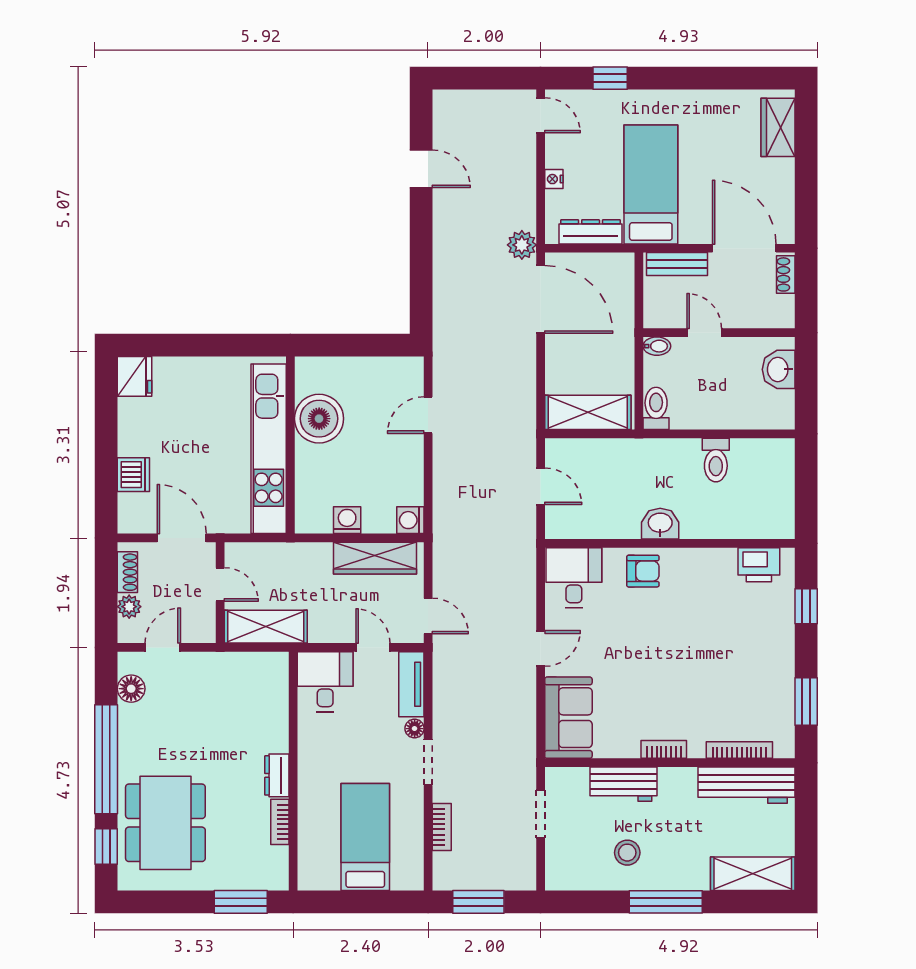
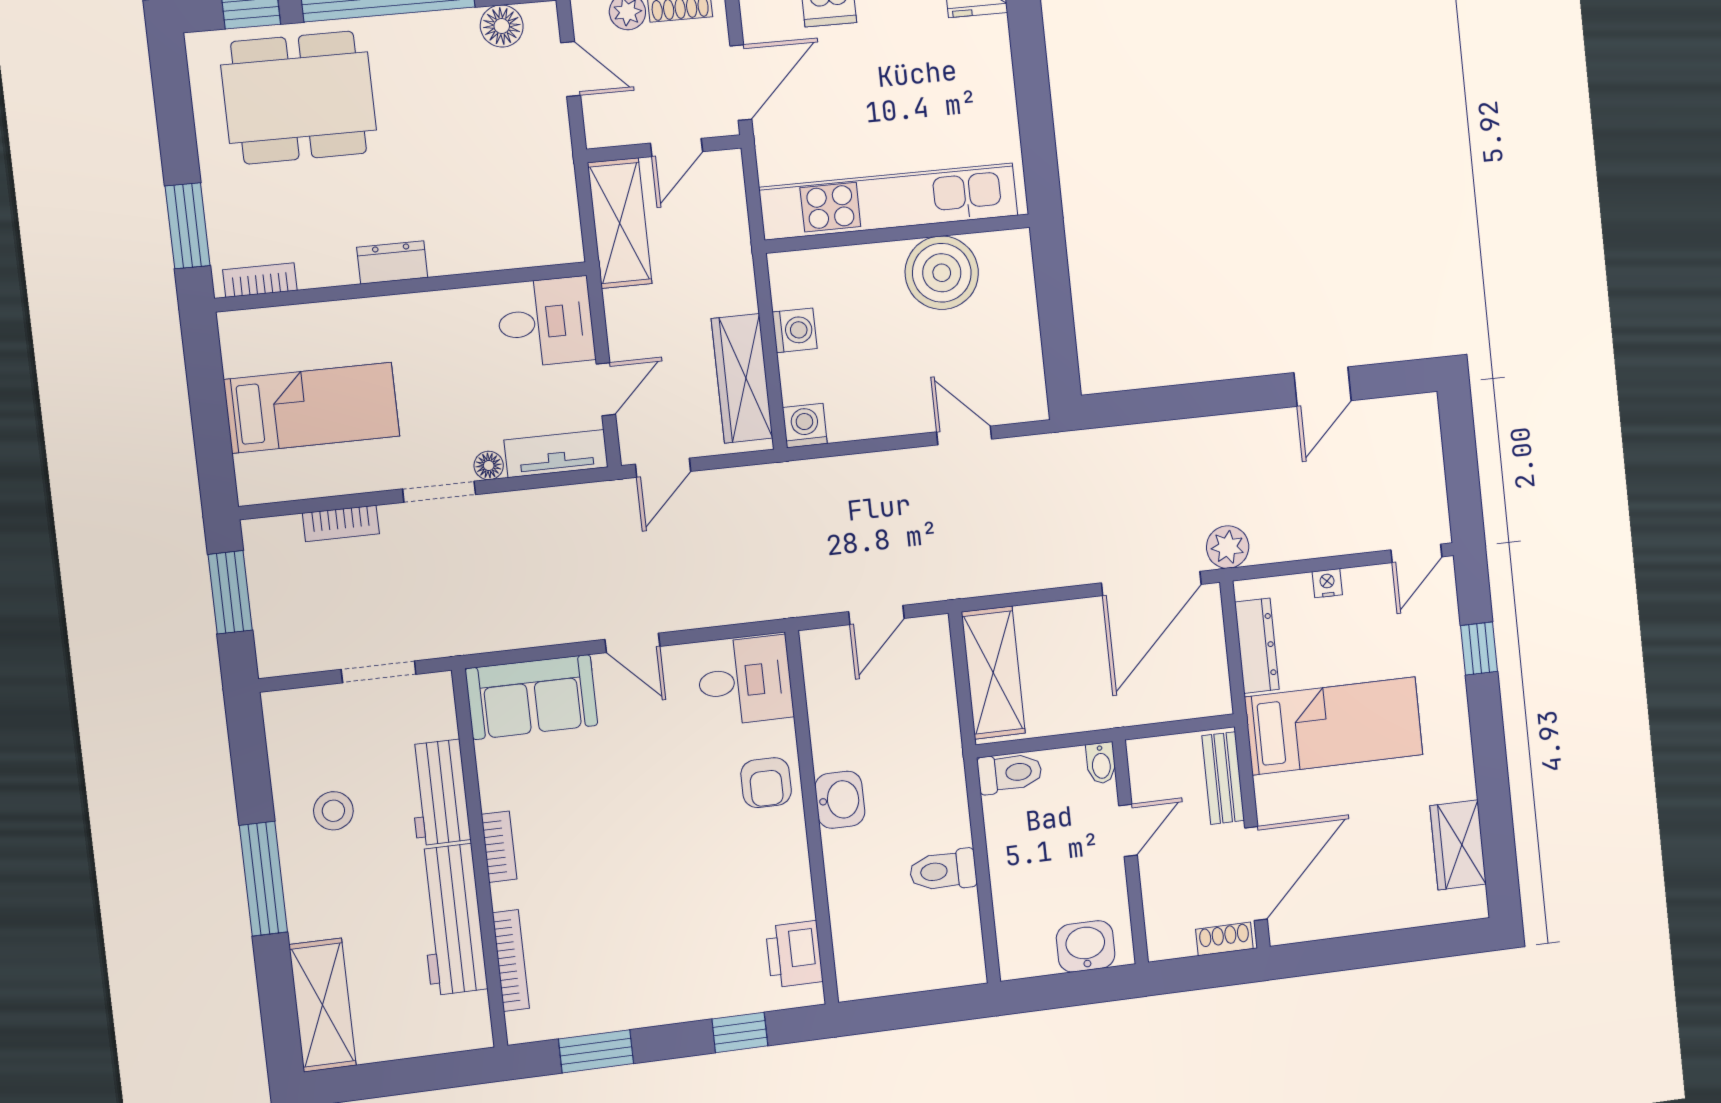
wardrobe: (778, 127) -> (1458, 845), moved, turned -90
workbench: (747, 785) -> (452, 920), moved
bookcase: (280, 822) -> (260, 280), moved

